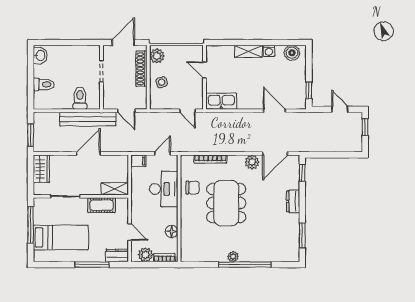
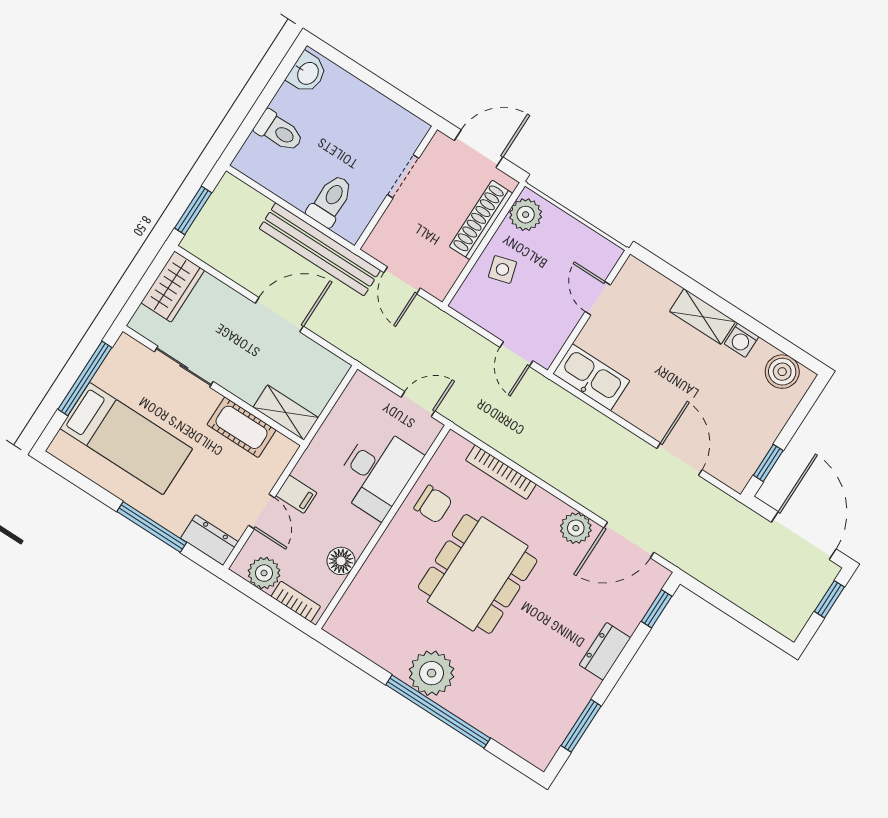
door: (340, 109) -> (804, 536), width x1.88
filing cabinet: (138, 161) -> (296, 494), moved
plant: (233, 256) -> (432, 673), width x1.87, depth x1.87

